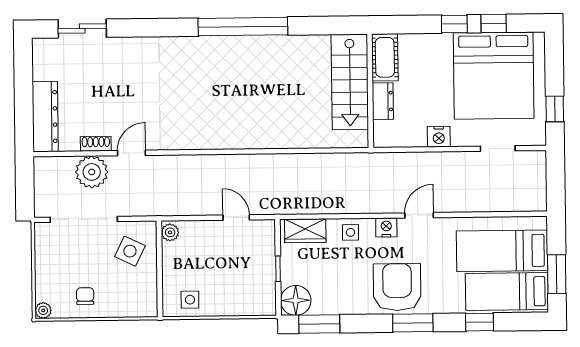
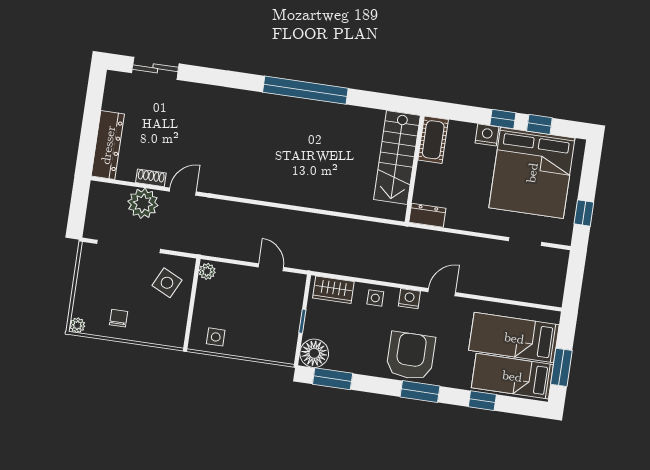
dresser: (383, 101) -> (427, 215), moved, turned -90
nightstand: (439, 137) -> (487, 135), moved, turned 180

